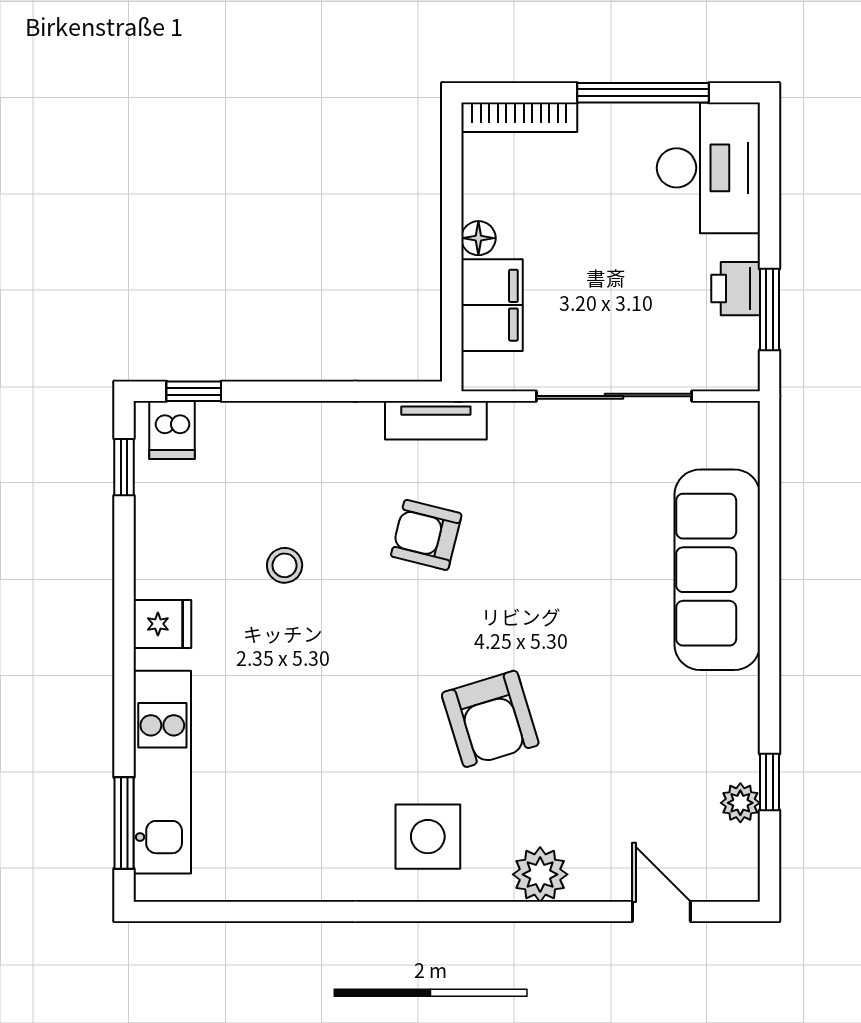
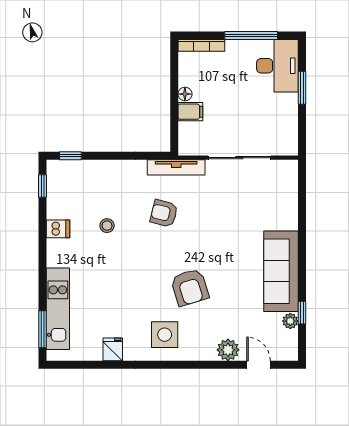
printer: (736, 289) -> (288, 114), removed
filing cabinet: (492, 305) -> (190, 112), width x0.50
window: (770, 310) -> (302, 88), moved
tv unit: (436, 420) -> (176, 167), width x1.41
dishwasher: (172, 430) -> (58, 229), moved, turned -90
sofa: (717, 570) -> (281, 271), moved
fridge: (162, 624) -> (113, 349), moved, turned -90
plant: (540, 874) -> (228, 350), moved

